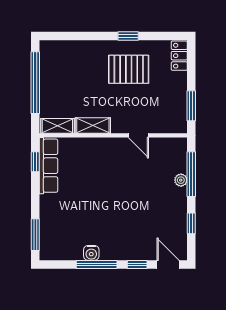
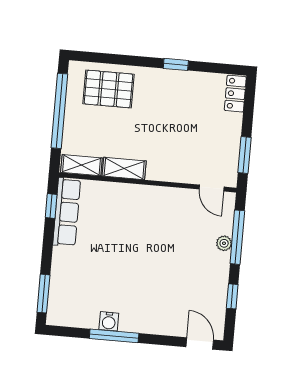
pallet: (129, 69) -> (108, 89), moved
door: (138, 135) -> (212, 188), moved
window: (137, 265) -> (163, 340), removed

